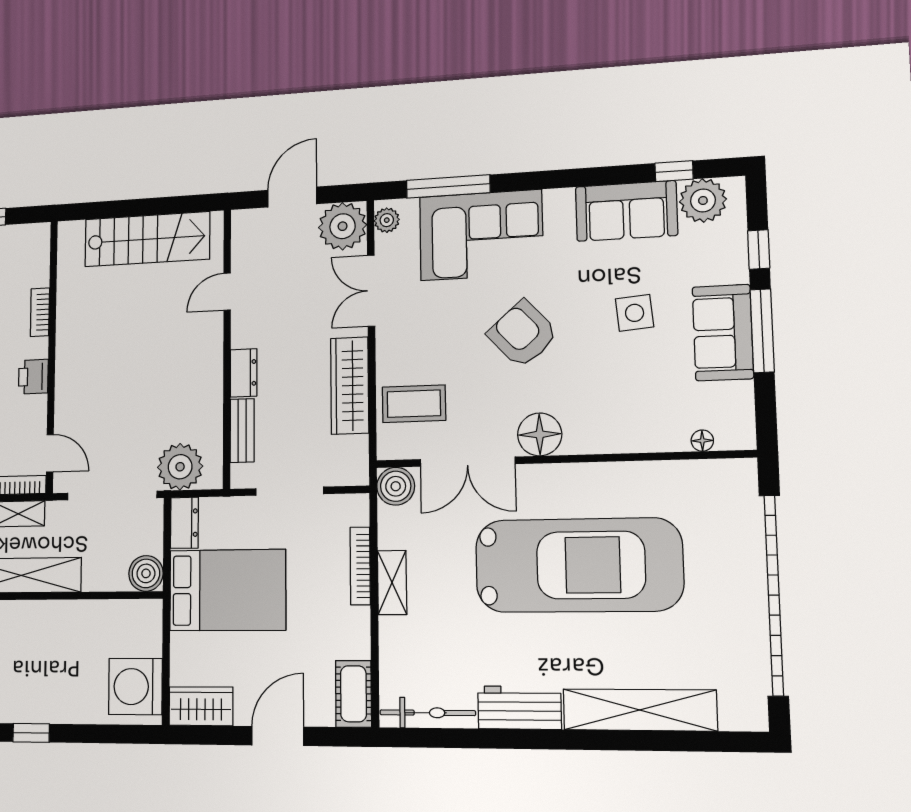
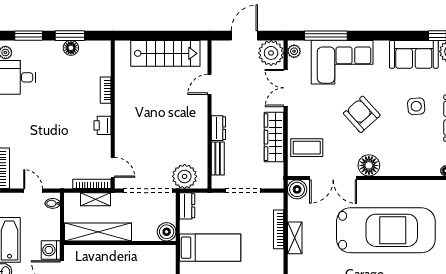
bed: (227, 590) -> (210, 248), width x0.67

